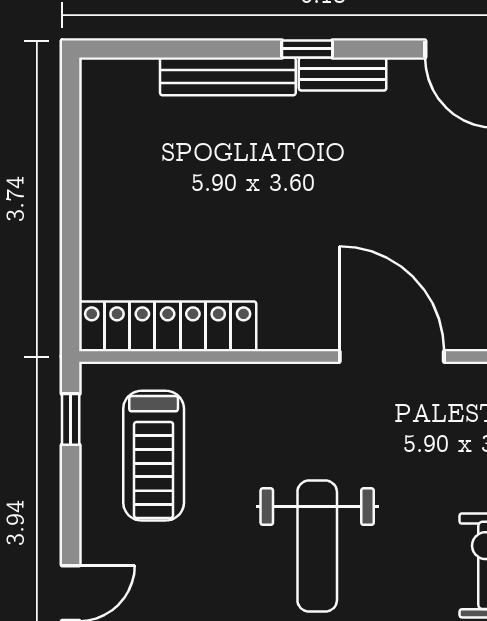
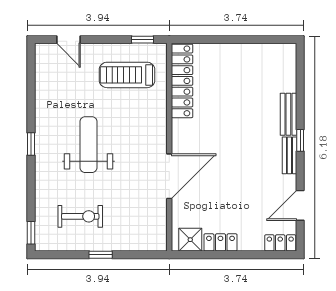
bench: (228, 76) -> (288, 114), width x0.73
weight bench: (317, 546) -> (89, 145), turned 90

